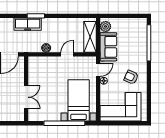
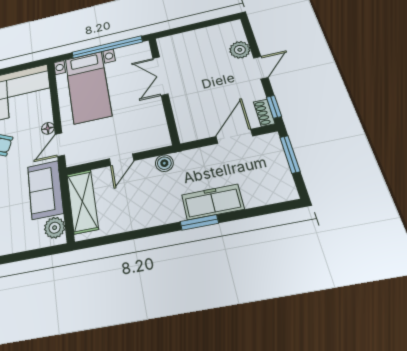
wall: (26, 89) -> (163, 89), moved
double door: (26, 97) -> (160, 76), moved

